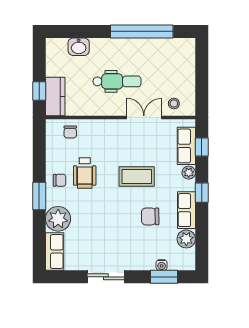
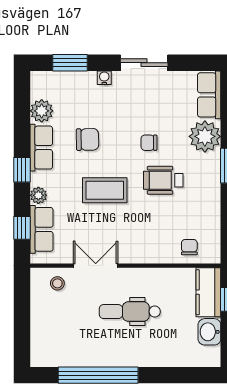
washbasin: (79, 47) -> (209, 332), moved, turned -90
double door: (144, 117) -> (96, 266), swing flipped
wheelchair: (85, 173) -> (163, 180), moved, turned -90
chair: (60, 180) -> (149, 143), moved
water cooler: (162, 265) -> (104, 78), moved

